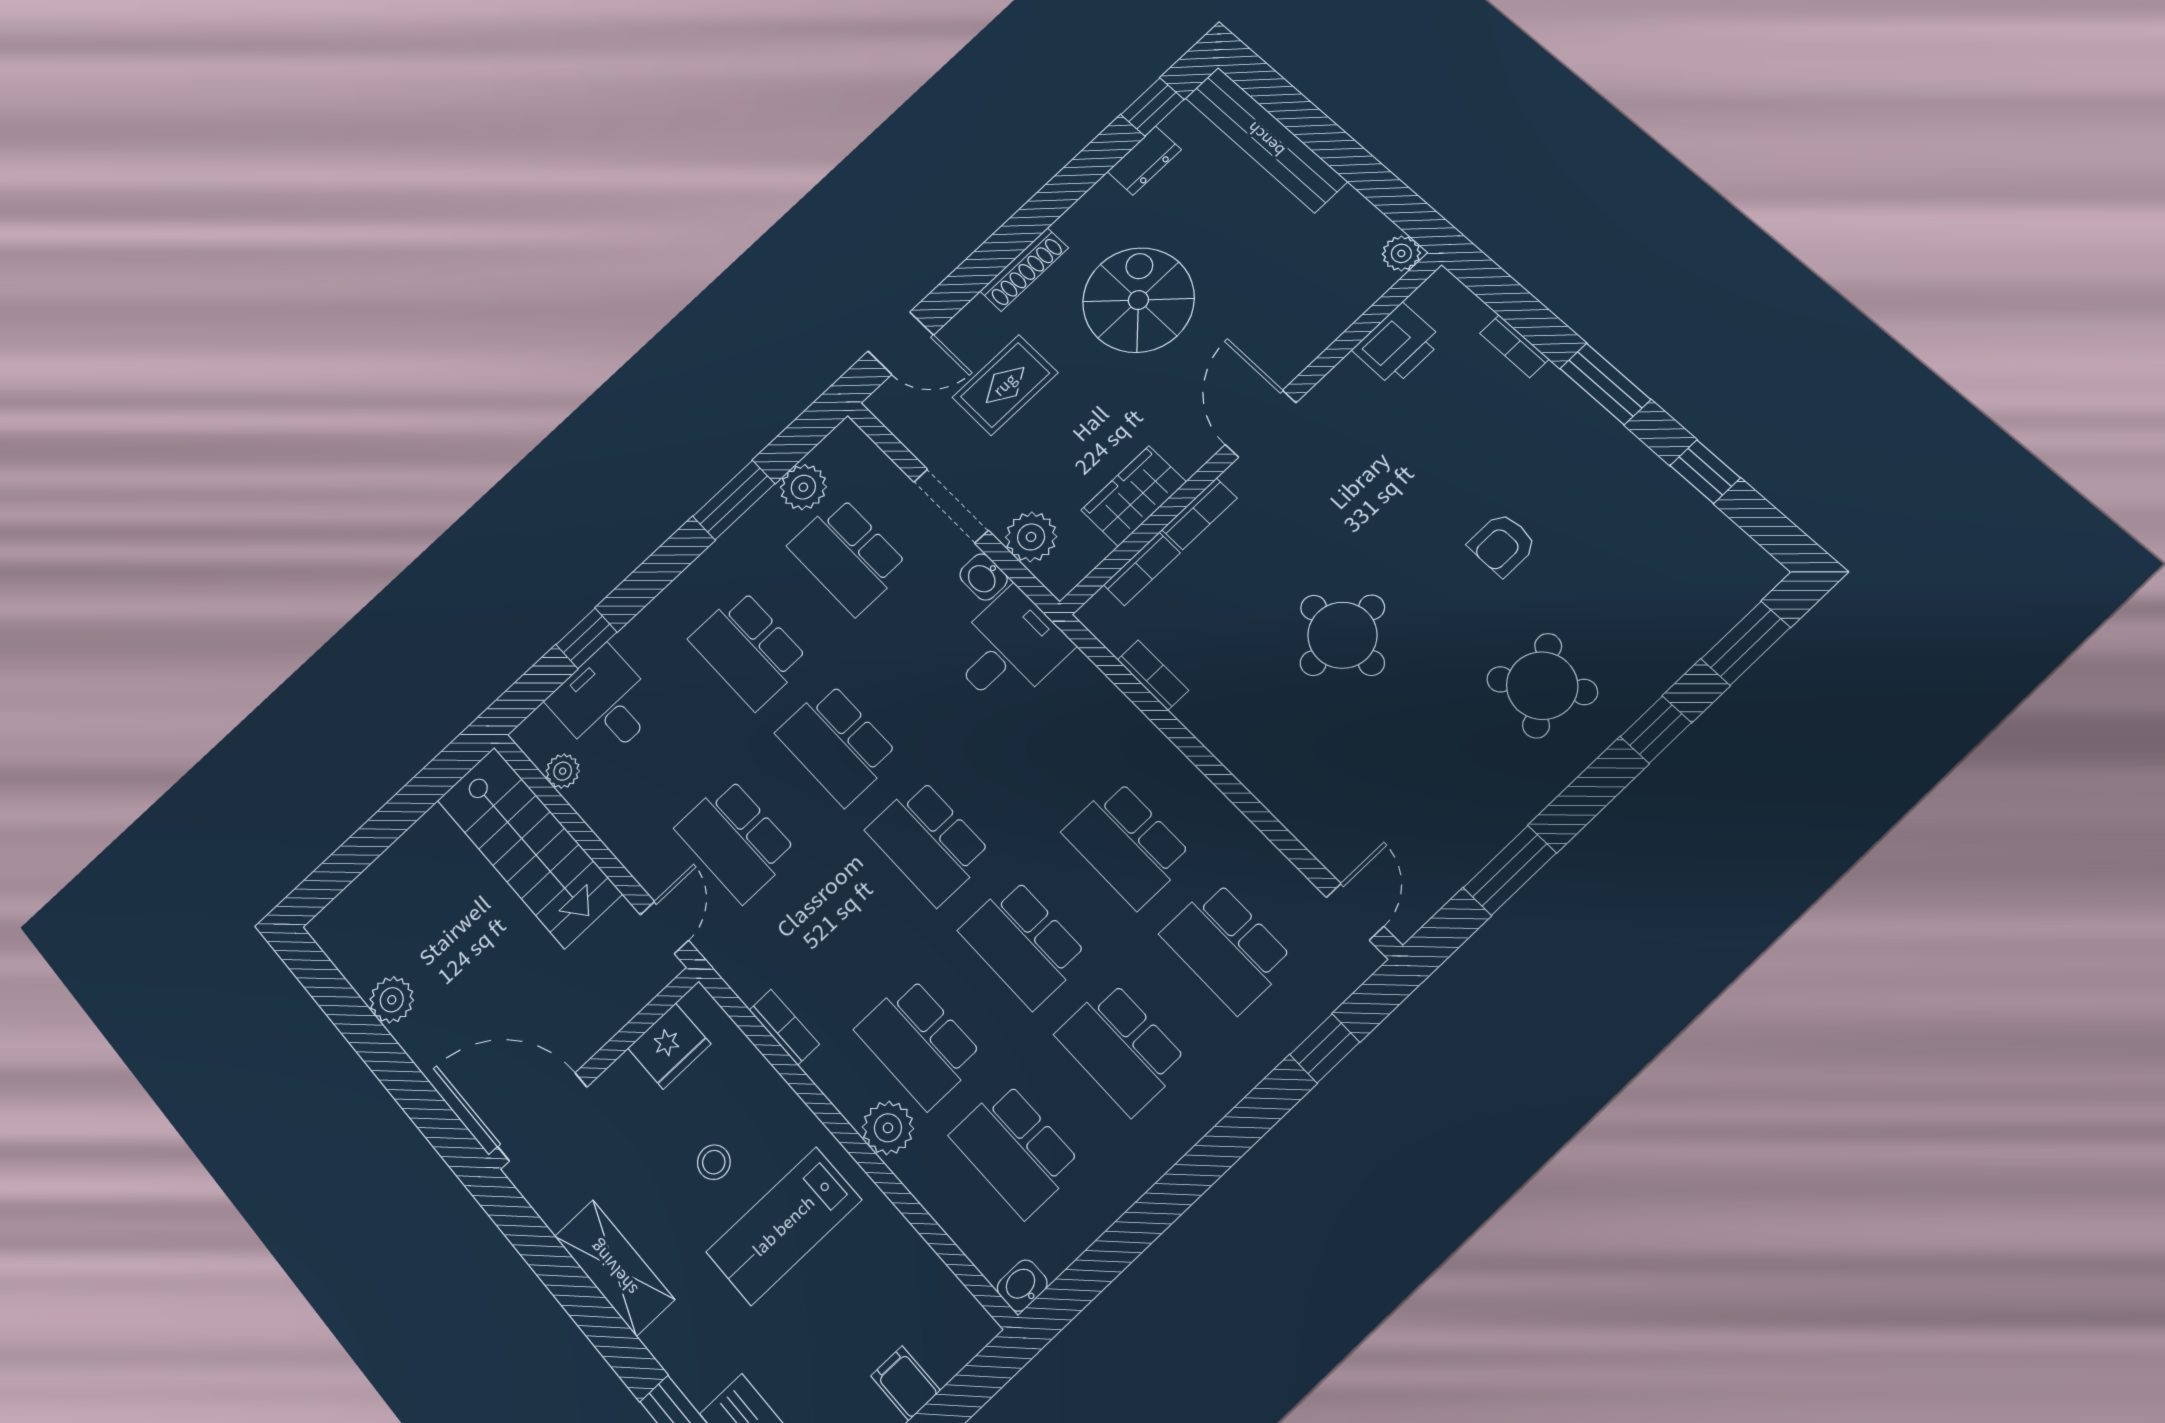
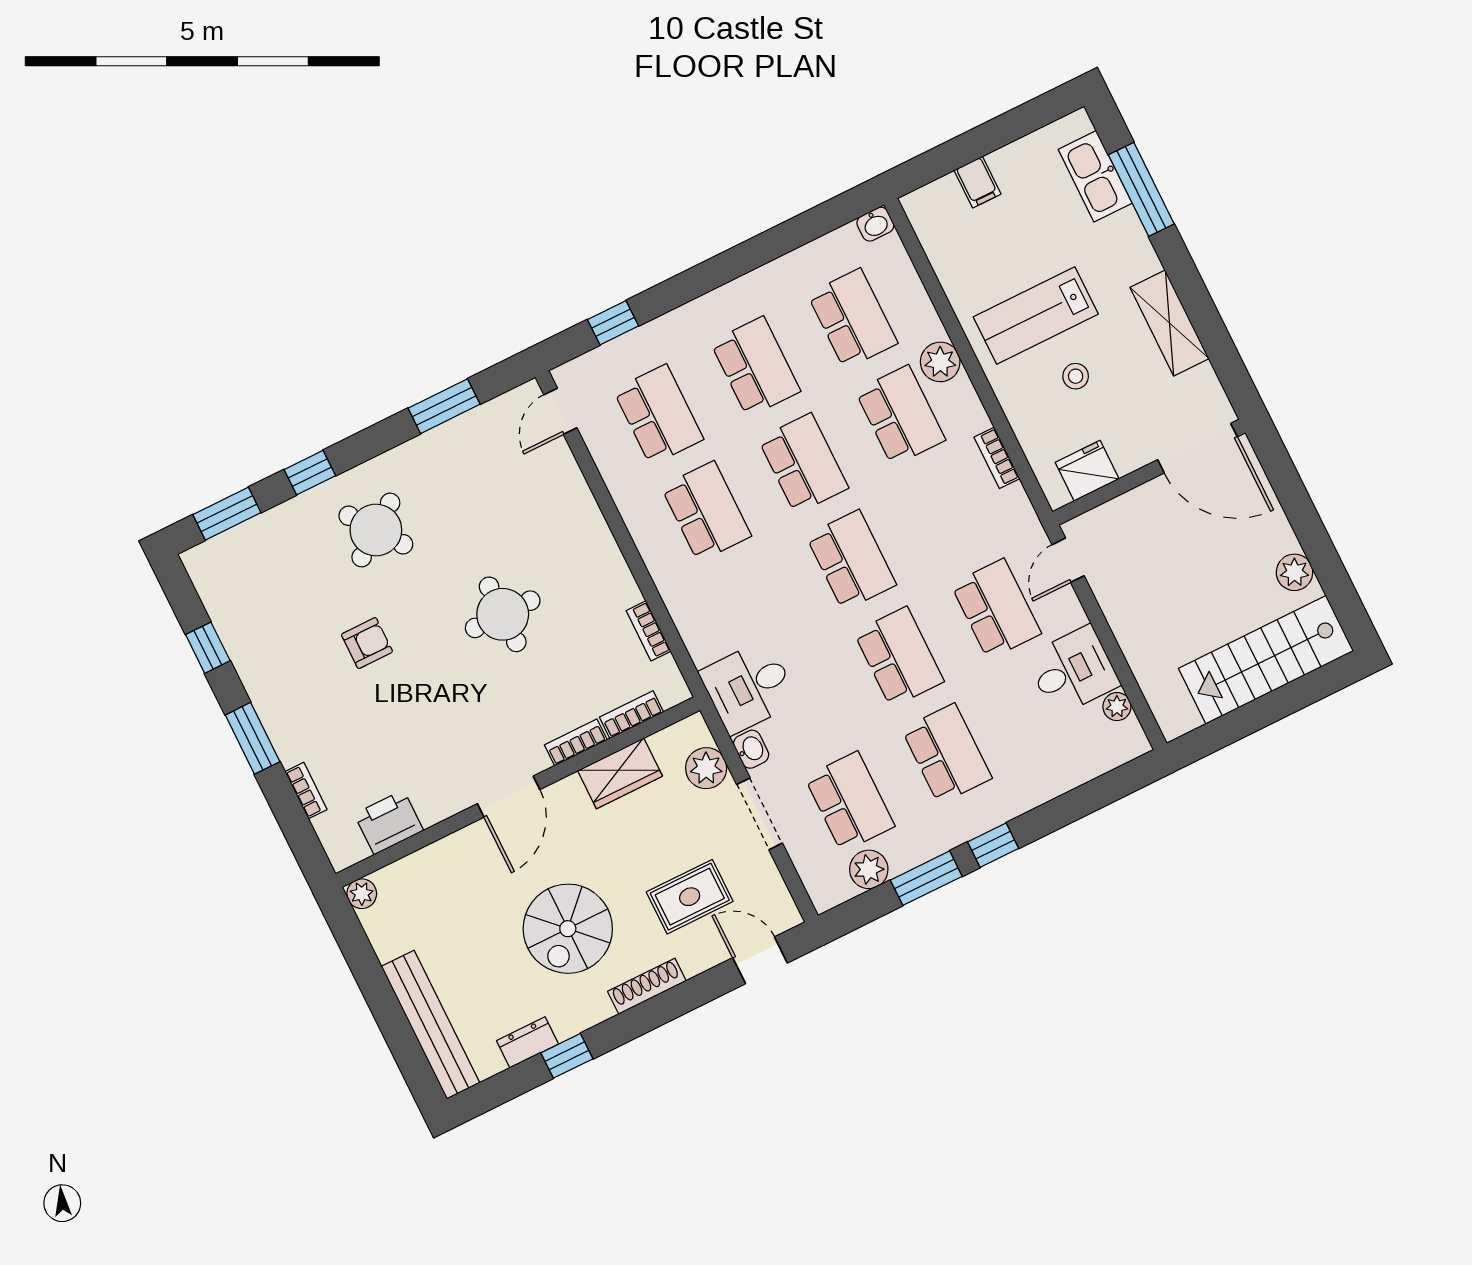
window: (1152, 107) -> (567, 1056), moved
window: (586, 638) -> (993, 845), moved
desk: (604, 704) -> (1073, 671), moved, turned -90
stairs: (529, 847) -> (1266, 660), moved, turned -90
lab bench: (784, 1226) -> (1036, 316), turned 180

